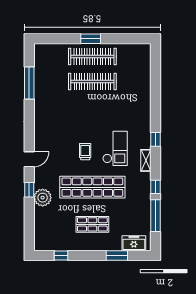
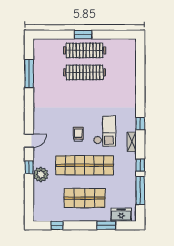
shop shelf: (92, 224) -> (85, 198), width x1.43, depth x1.36

